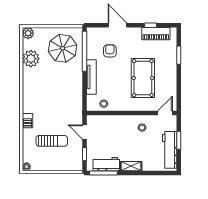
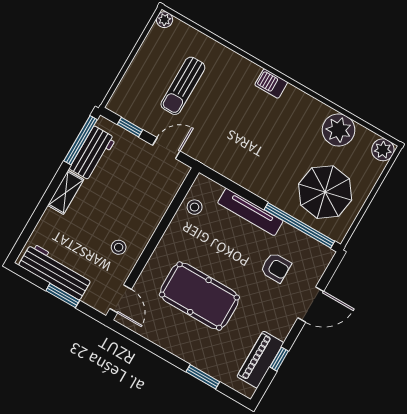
barbecue: (27, 121) -> (271, 84), moved

